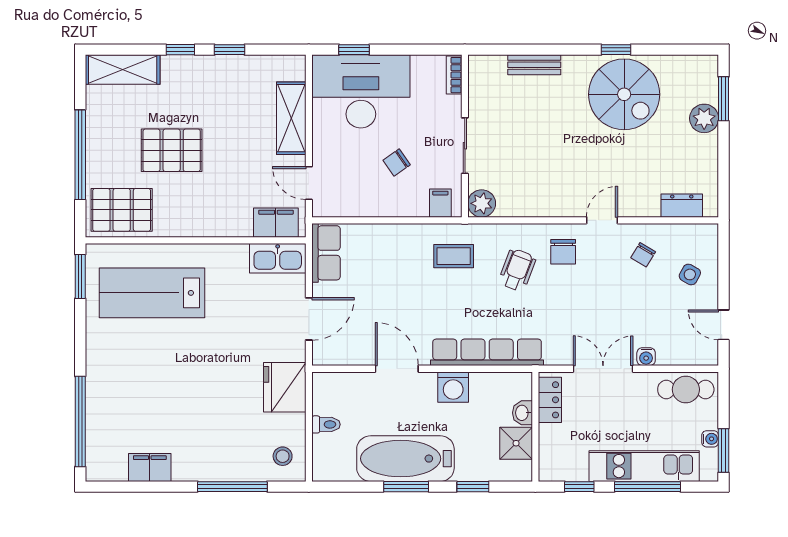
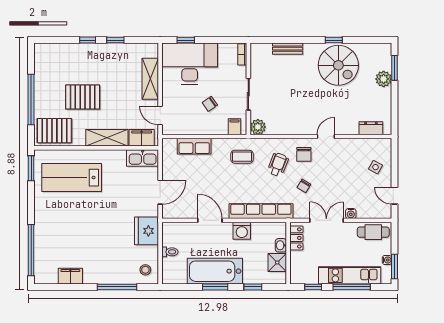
shelving: (123, 70) -> (107, 138), moved
row of seats: (326, 253) -> (194, 146), moved, turned 90
chair: (643, 255) -> (304, 186), moved

